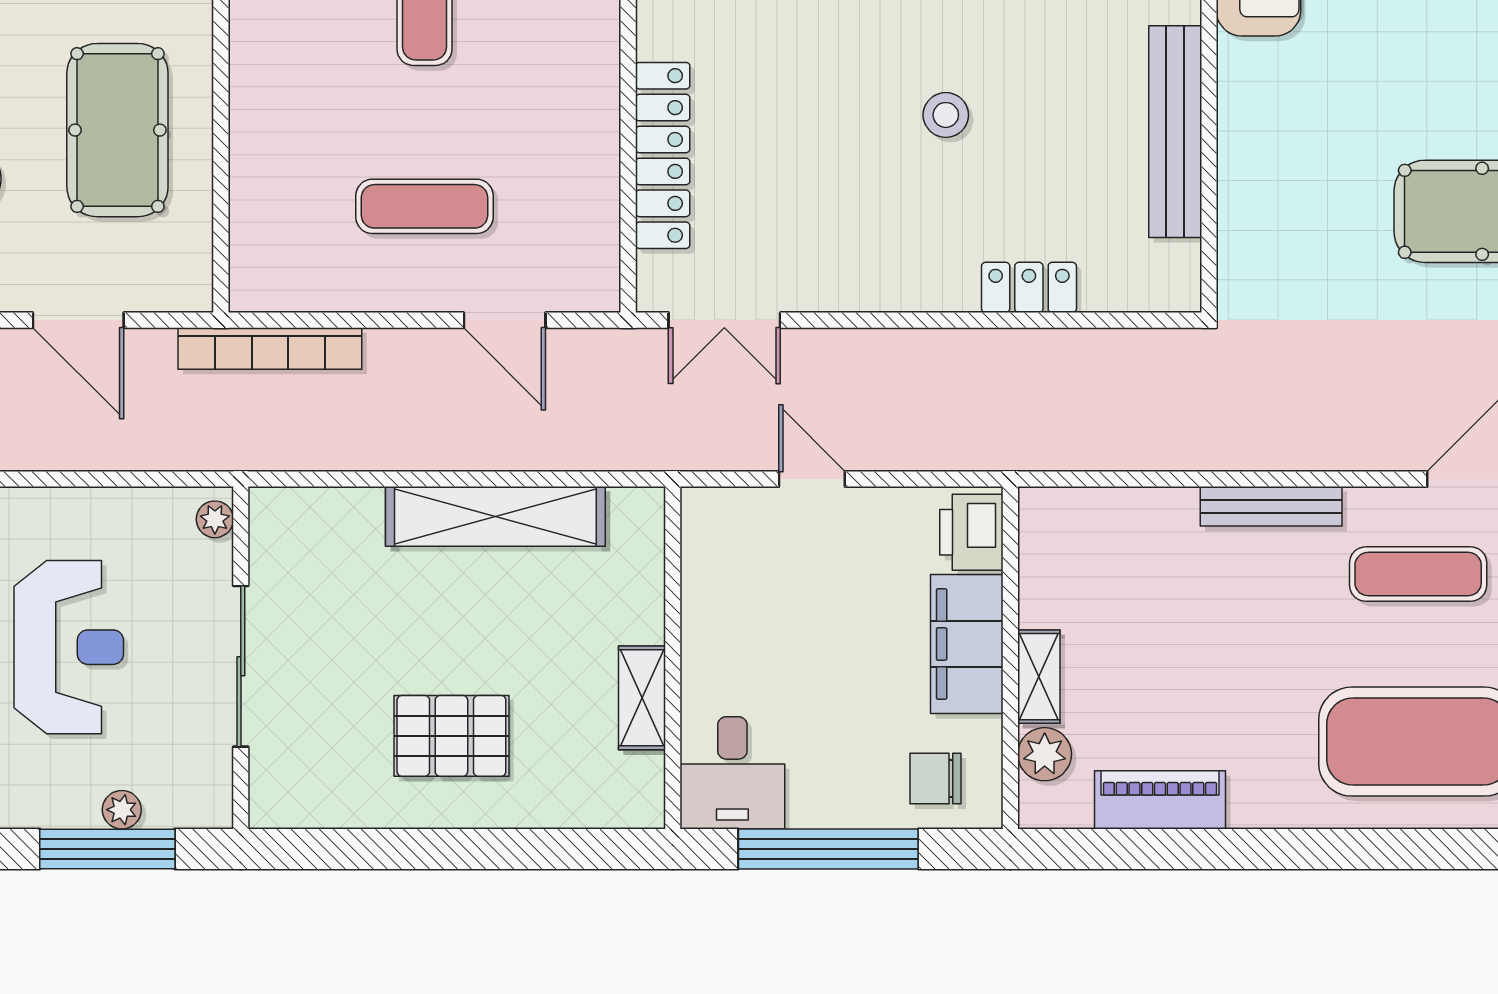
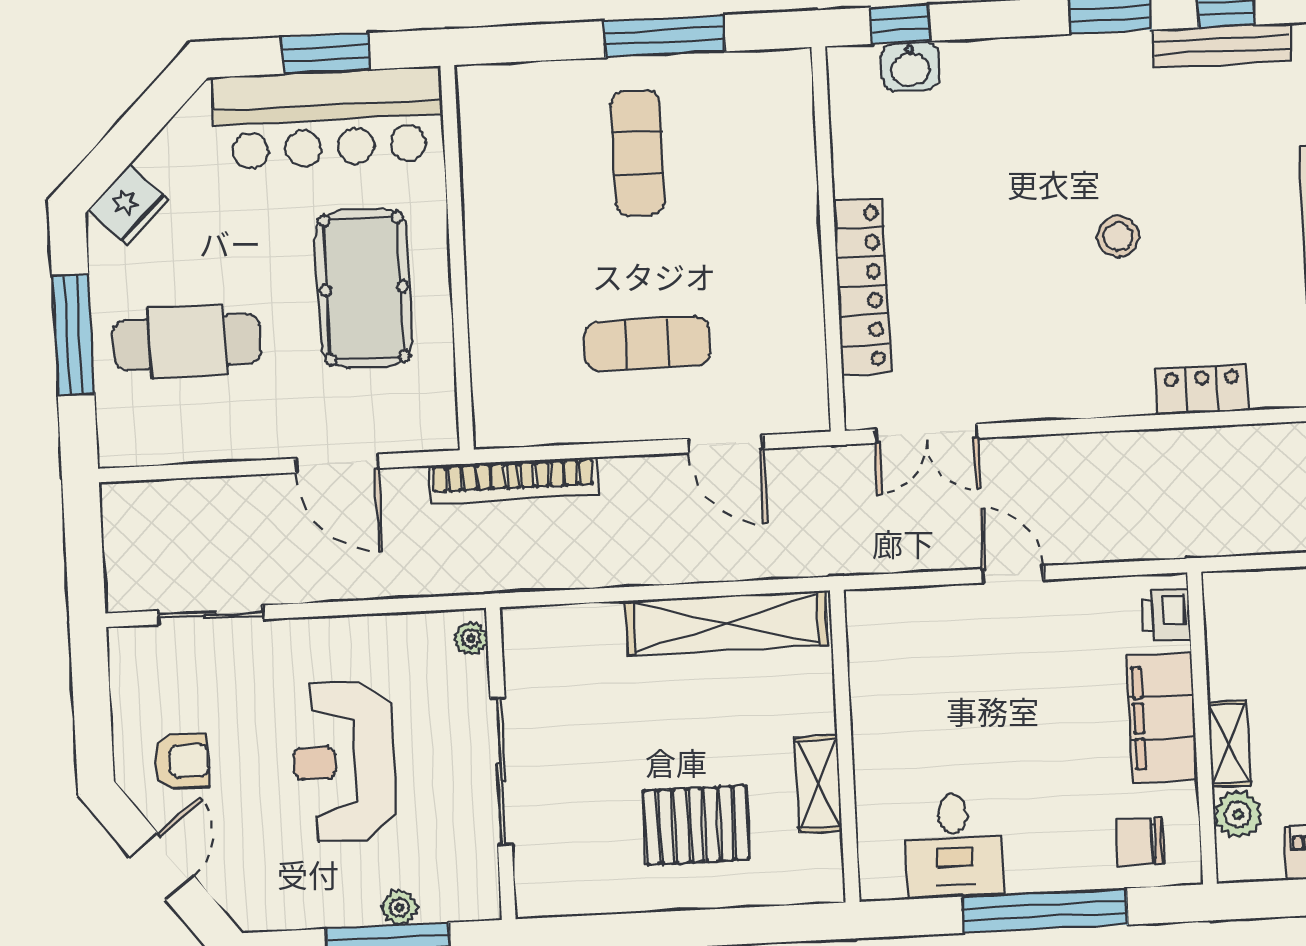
printer: (971, 532) -> (1166, 615), width x0.73, depth x0.81
reception desk: (69, 647) -> (344, 762), turned 180
wall: (673, 658) -> (845, 746), moved
shelving: (642, 698) -> (818, 784), moved

